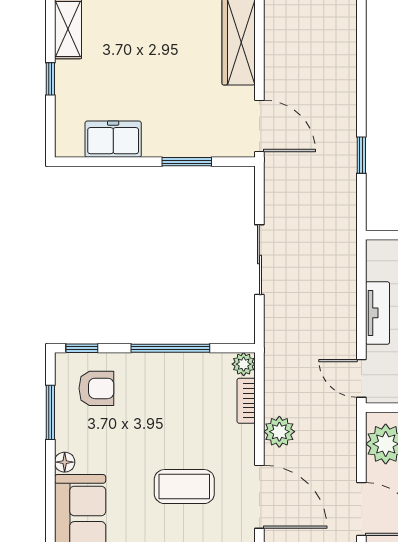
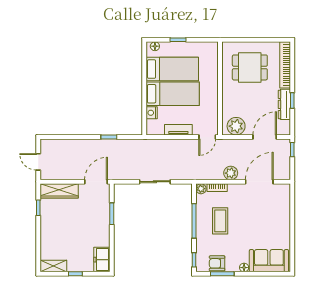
freezer: (113, 139) -> (102, 260), moved
armchair: (96, 388) -> (217, 263), moved, turned -90
coffee table: (184, 487) -> (220, 221), moved

